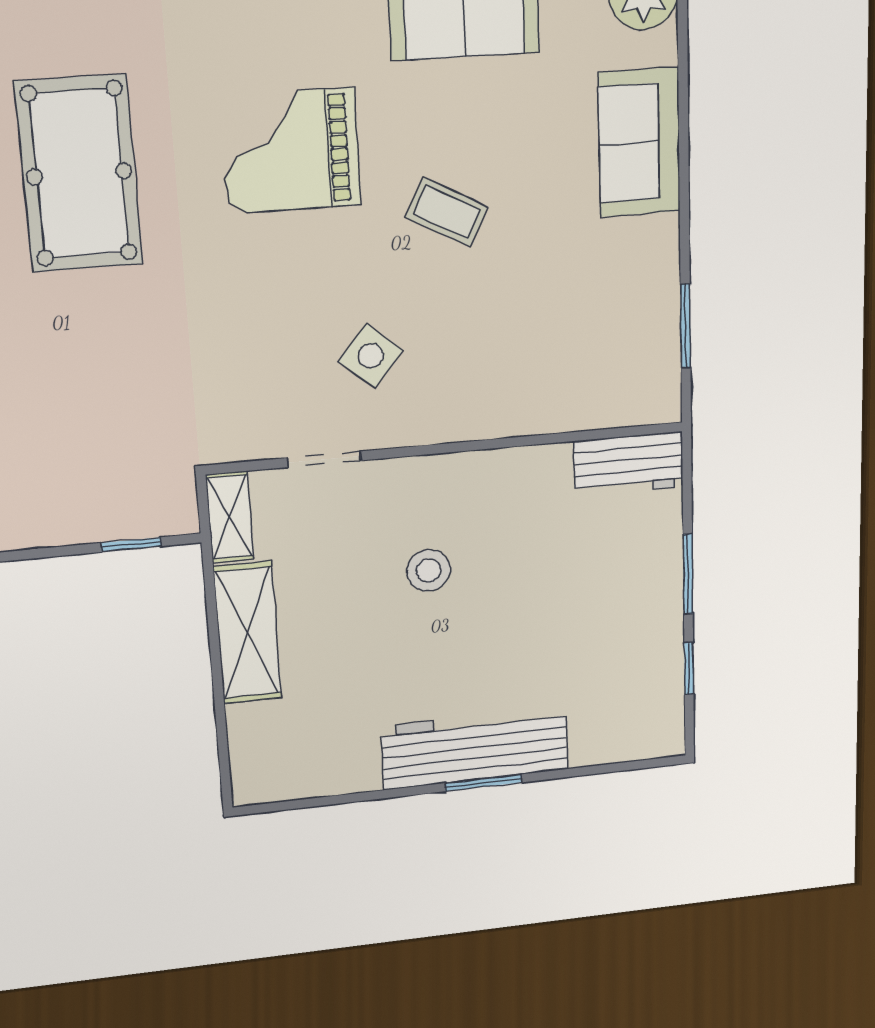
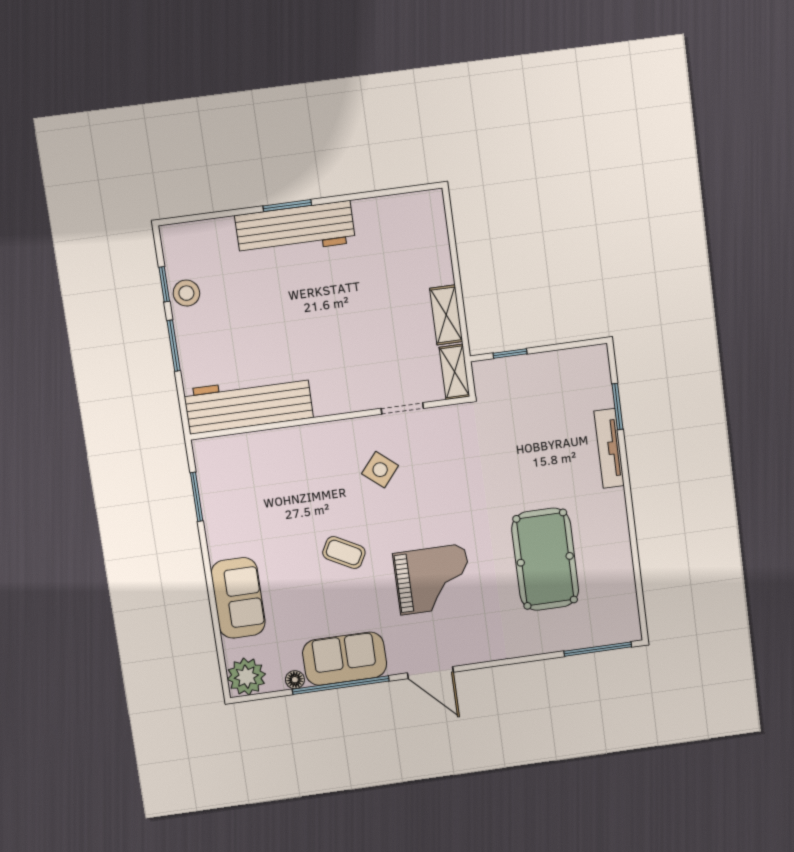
workbench: (628, 464) -> (248, 404), width x1.88, depth x1.32
stool: (429, 570) -> (186, 293), moved
shelving: (247, 633) -> (446, 315), width x0.67, depth x0.75

